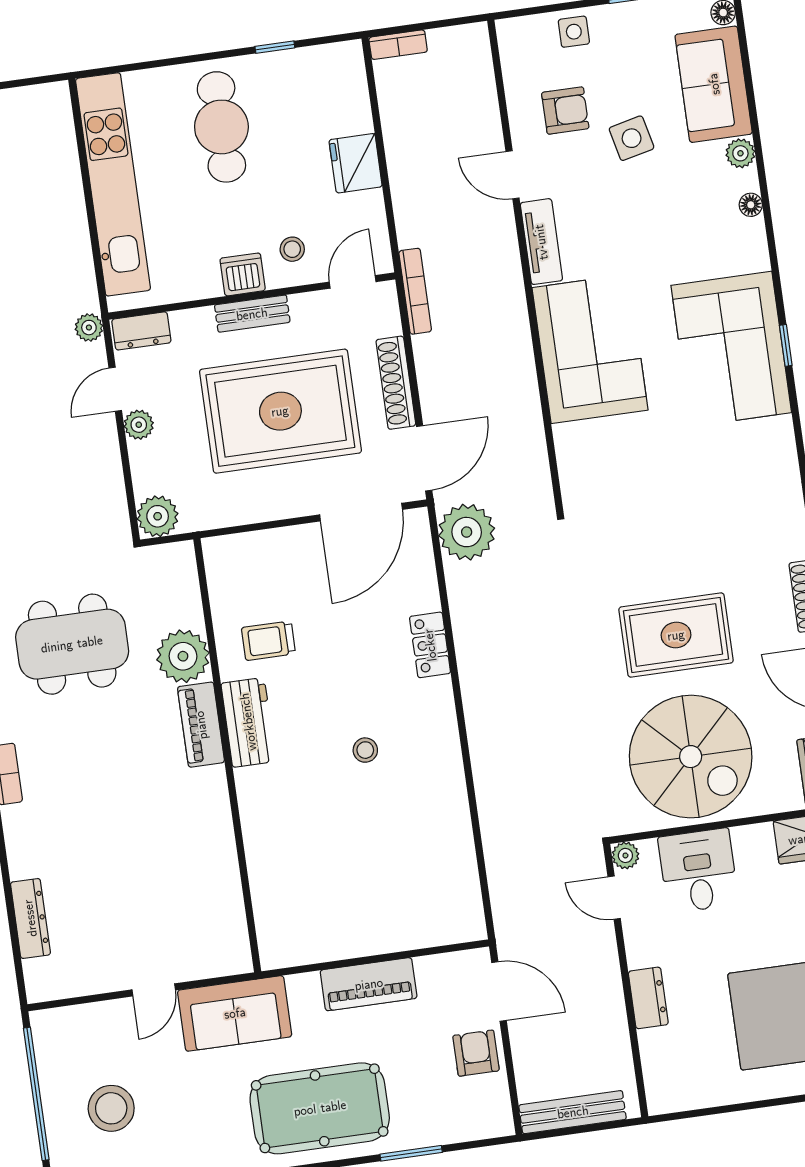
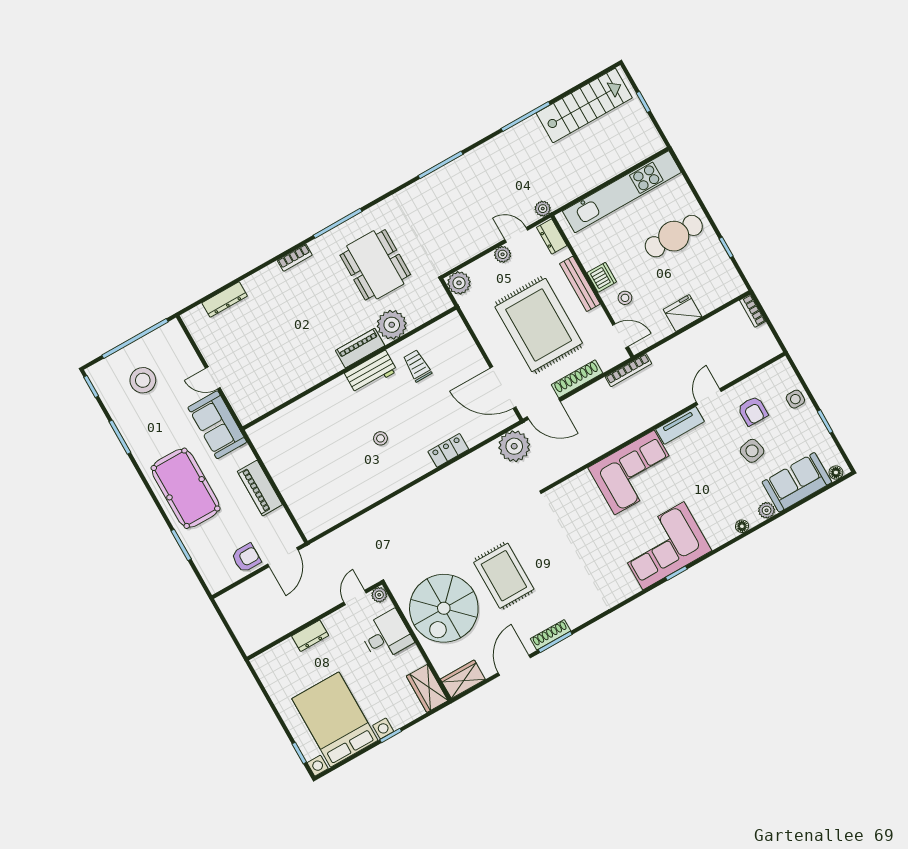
bench: (252, 314) -> (580, 284), width x1.36
bench: (573, 1112) -> (235, 620), removed

